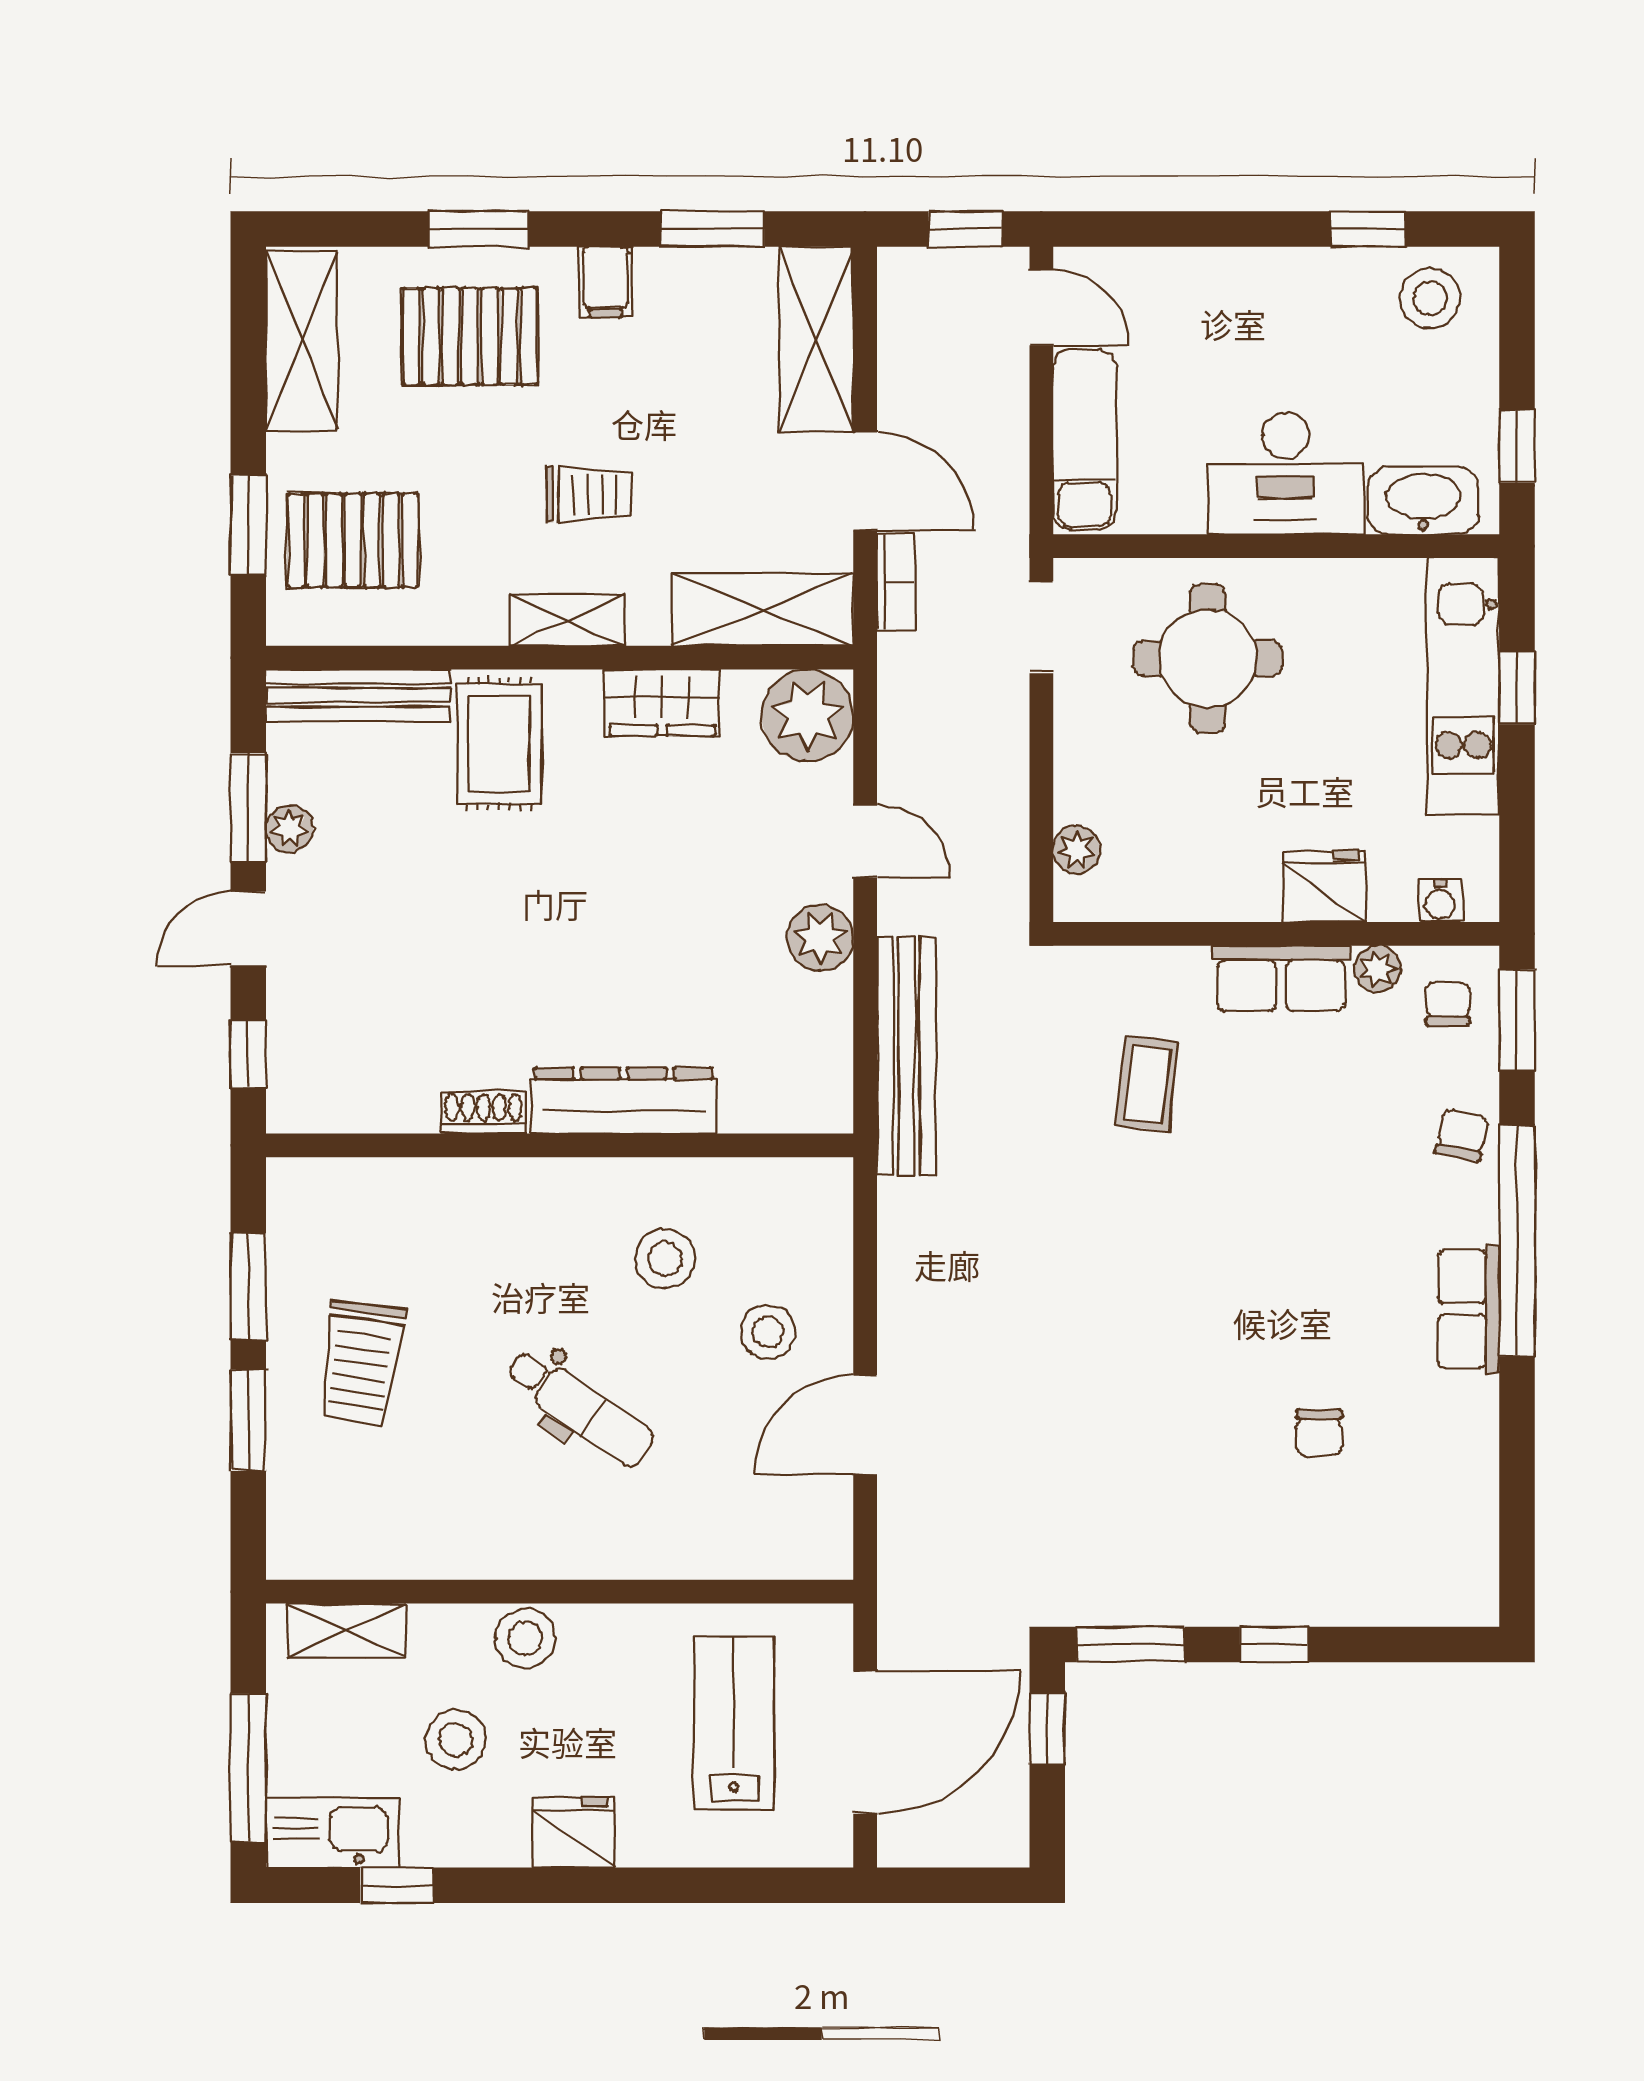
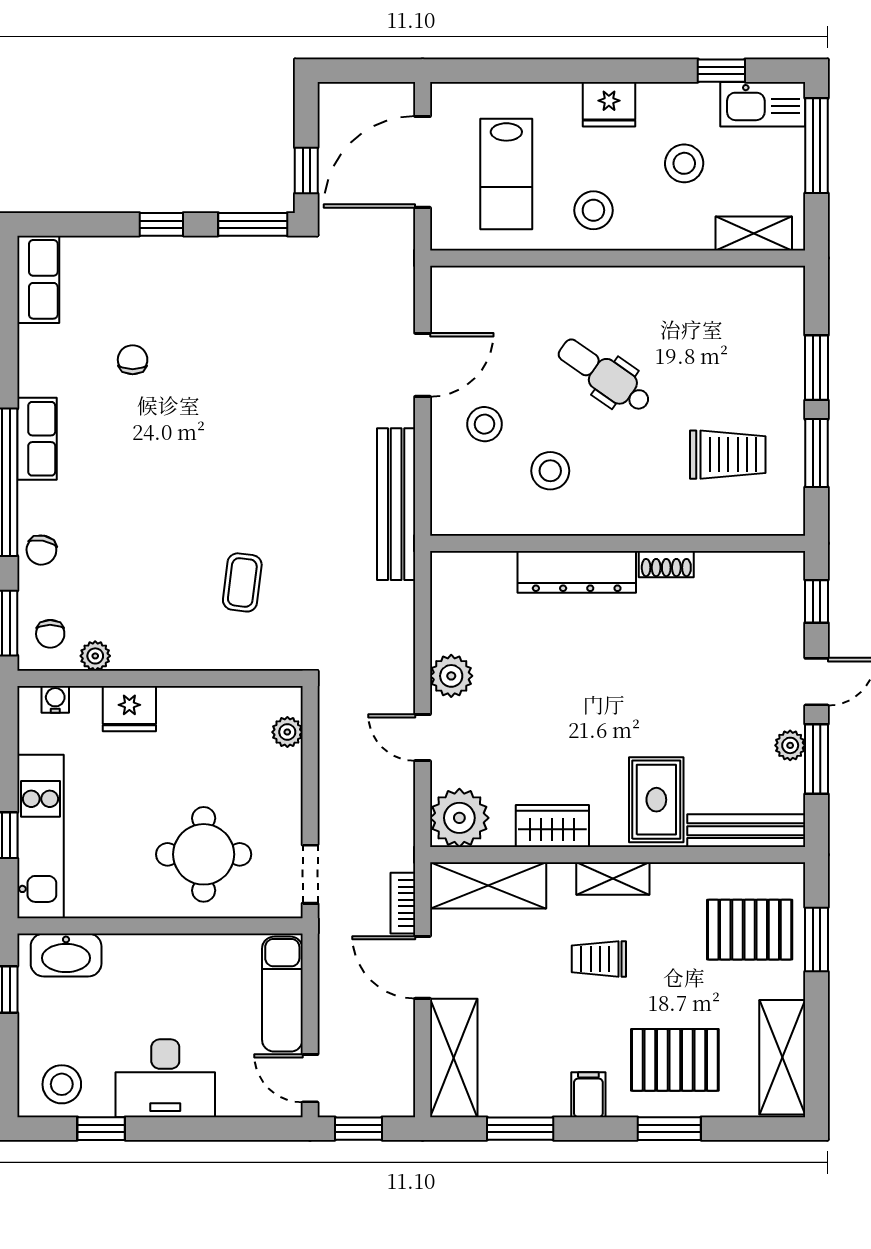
desk: (1286, 473) -> (165, 1078), moved, turned 180
row of seats: (1281, 978) -> (38, 279), moved, turned 90
bench: (906, 1056) -> (396, 504), moved
trolley: (361, 1362) -> (728, 455), moved, turned 82
stool: (525, 1638) -> (593, 210), moved

